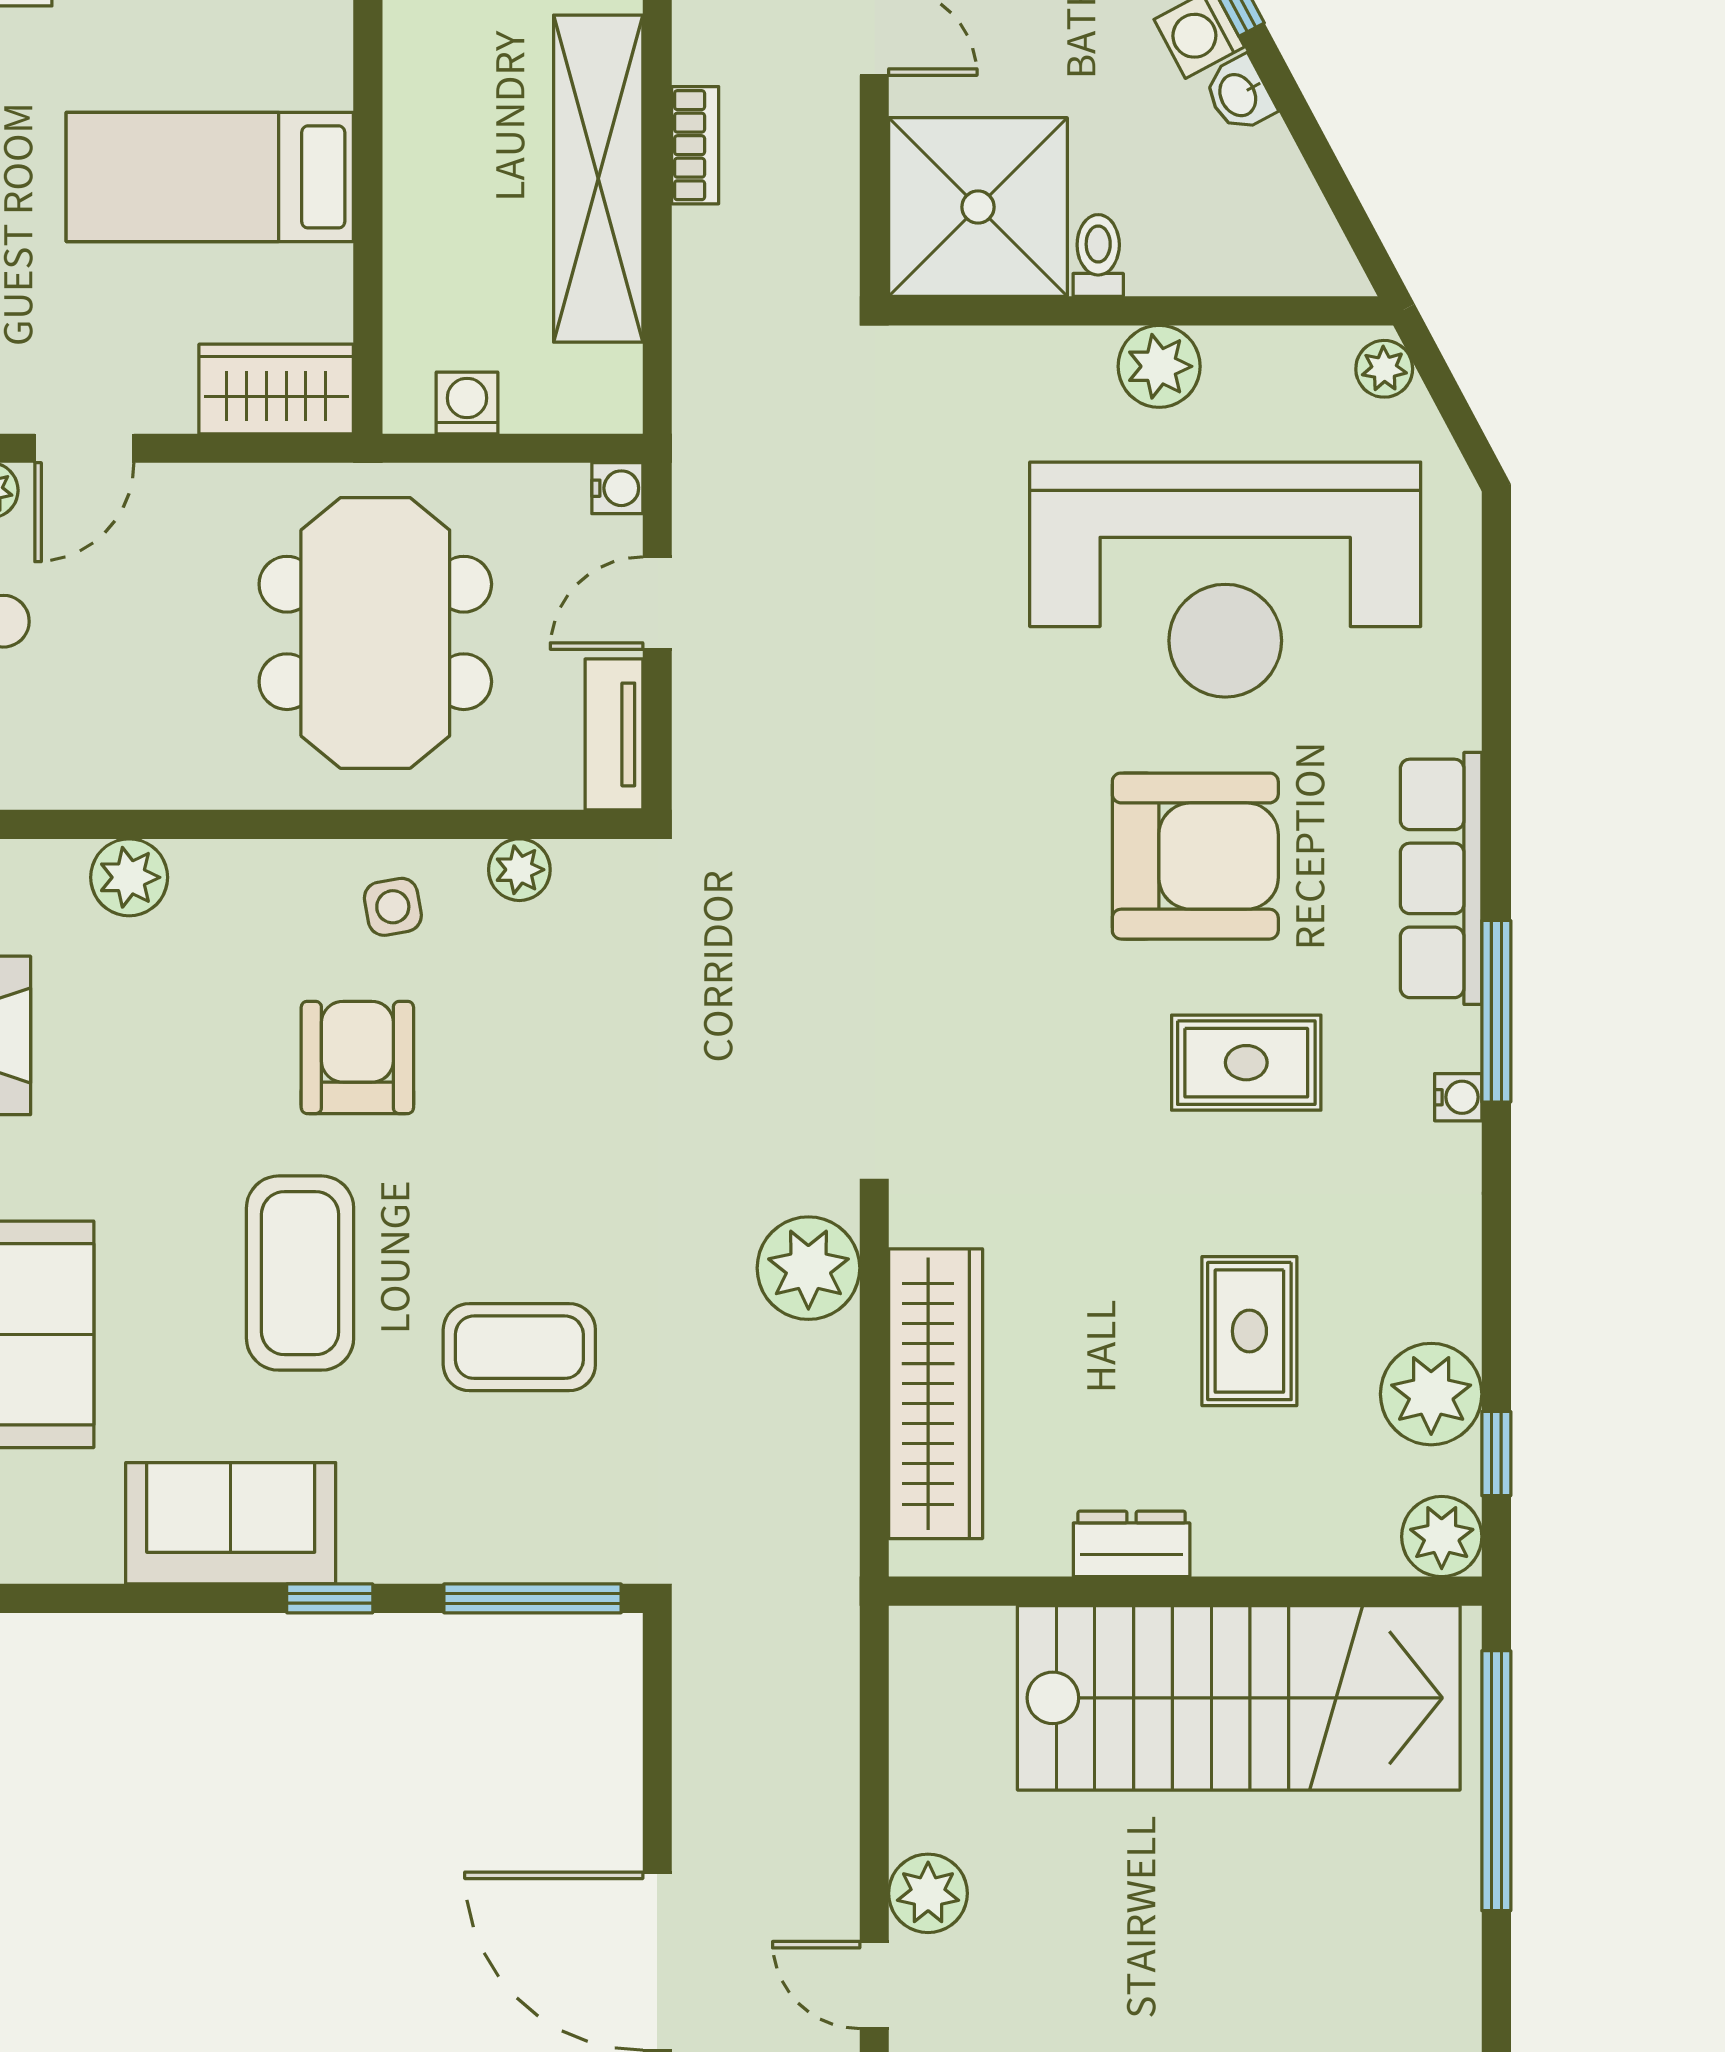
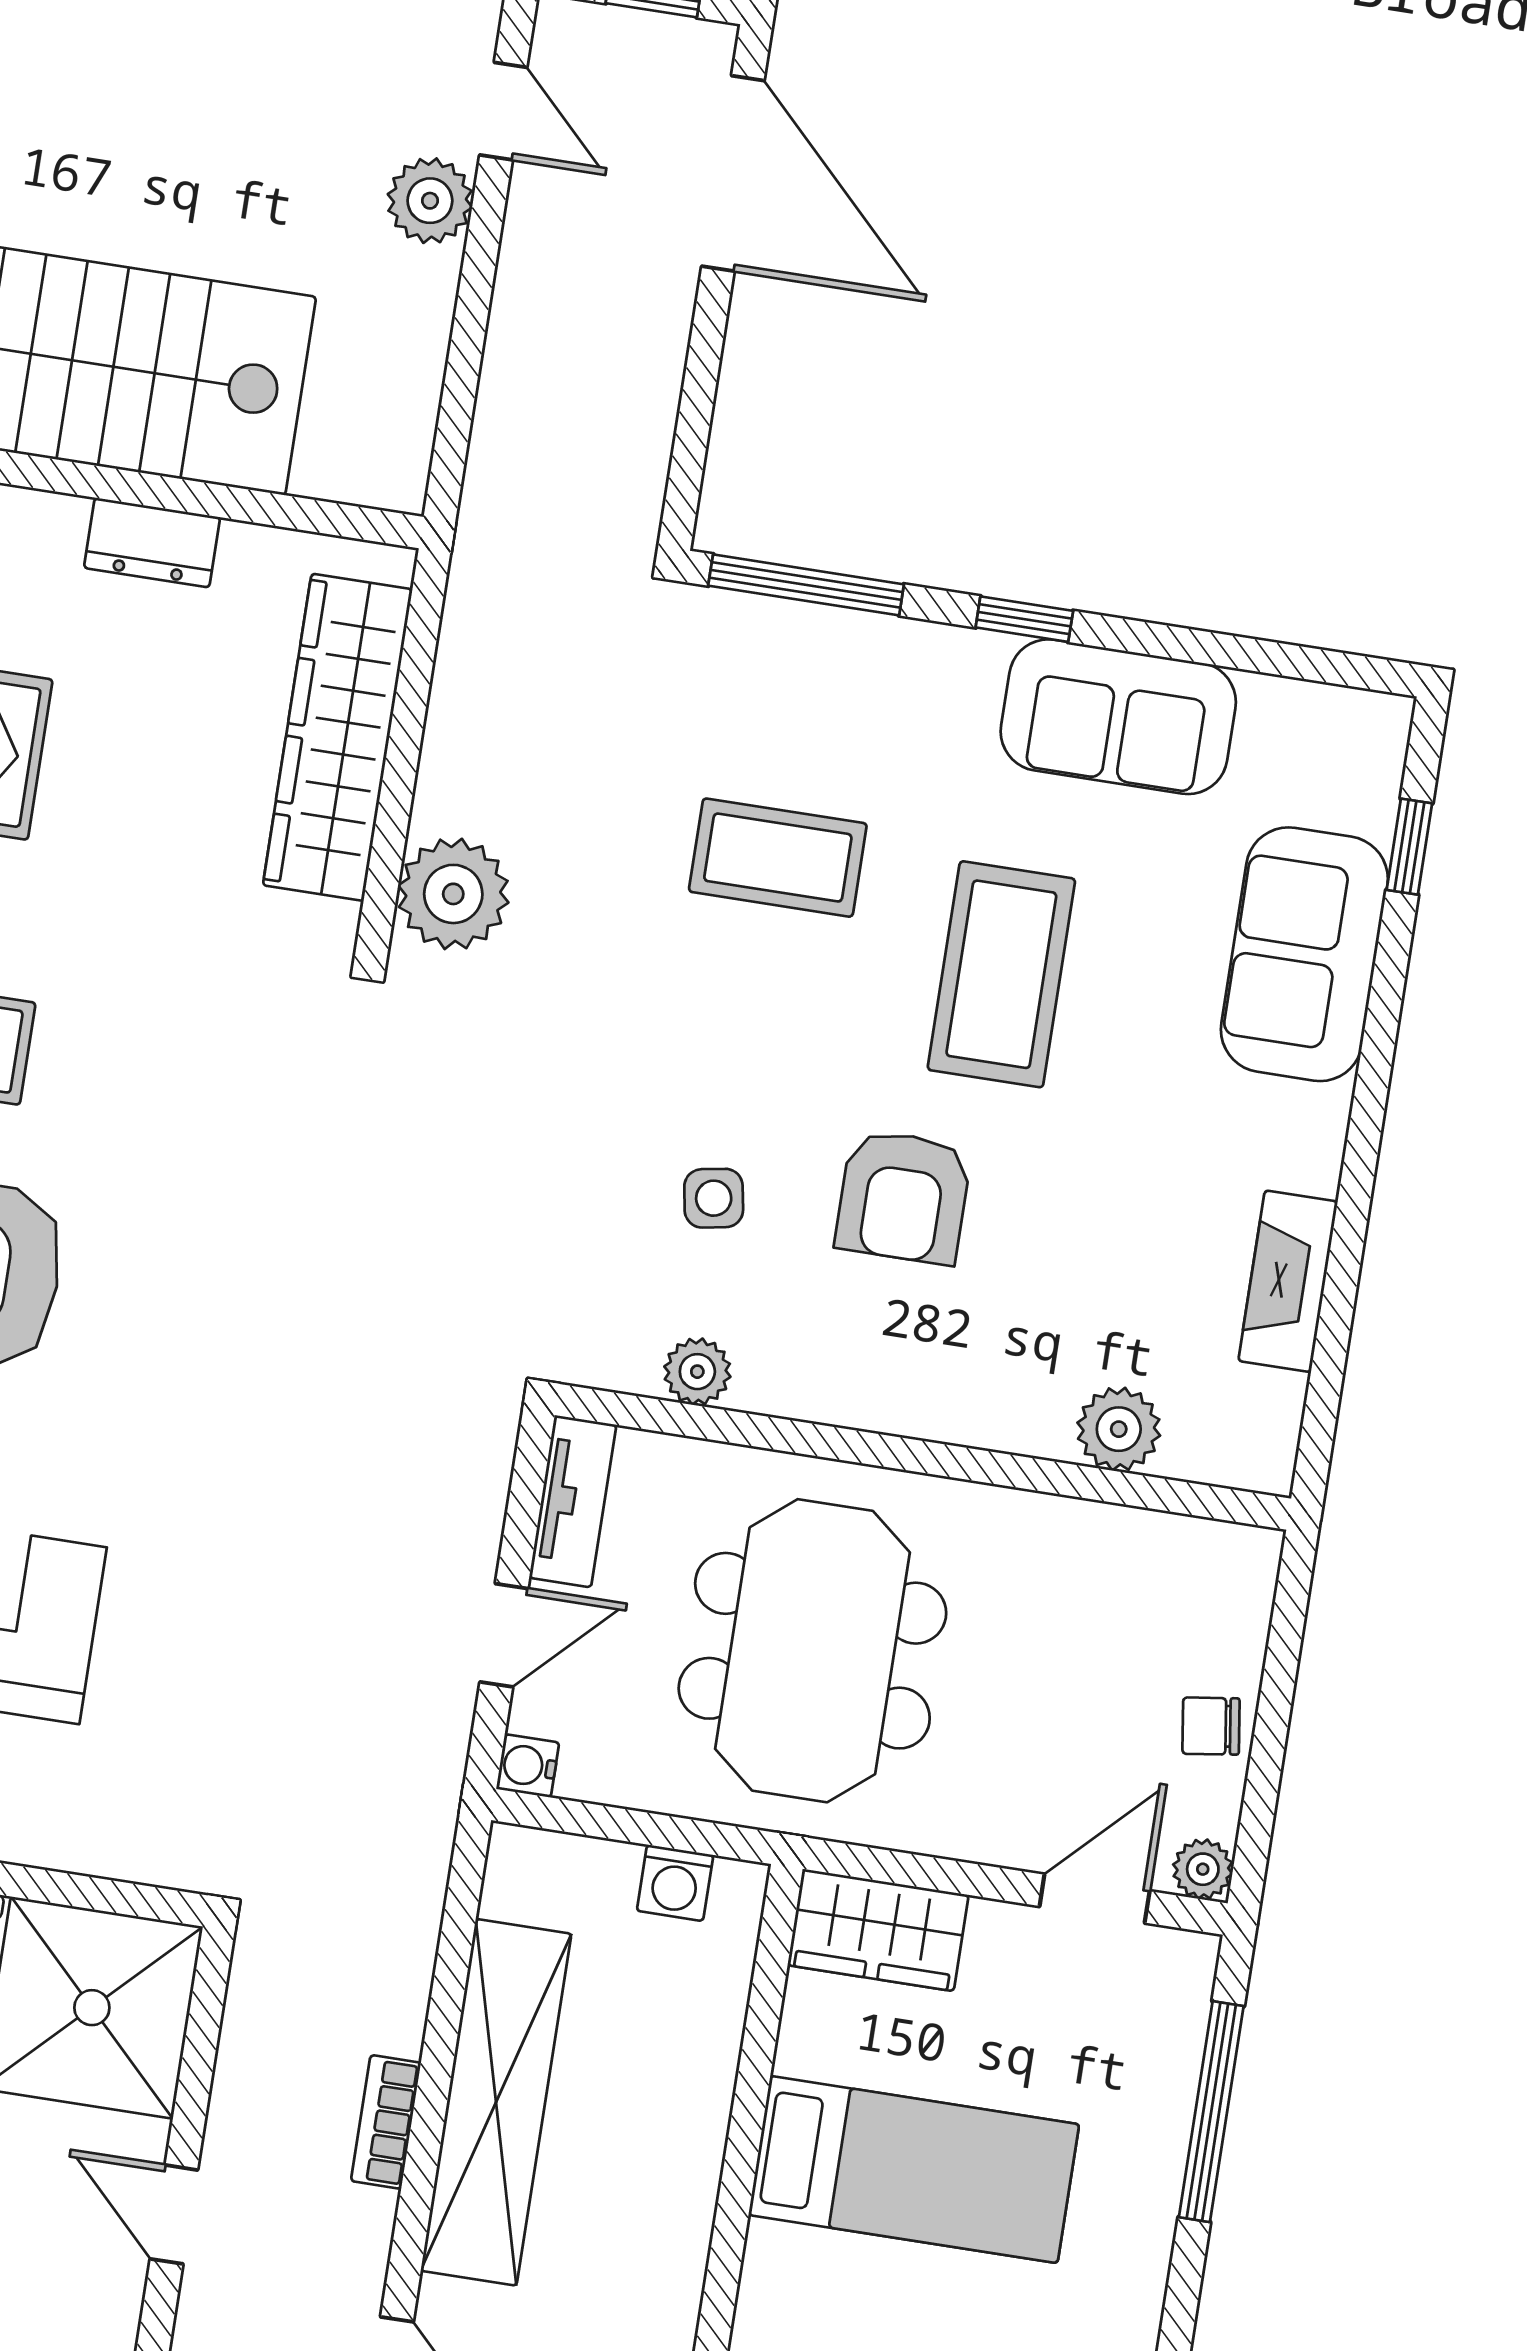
side table: (393, 907) -> (714, 1198), moved

